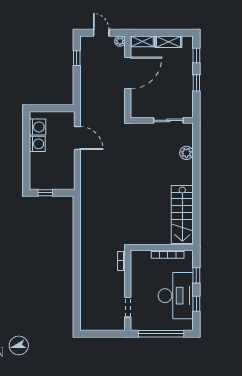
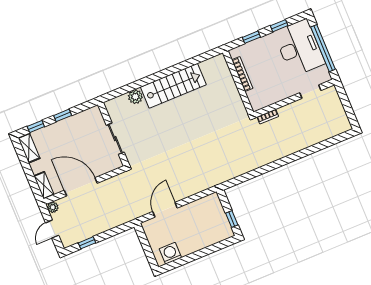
shelving: (169, 42) -> (29, 148), moved
sliding door: (168, 120) -> (115, 139), moved
washing machine: (37, 144) -> (187, 247), removed
stairs: (182, 215) -> (173, 86), moved
desk: (176, 296) -> (299, 48), moved, turned 90

